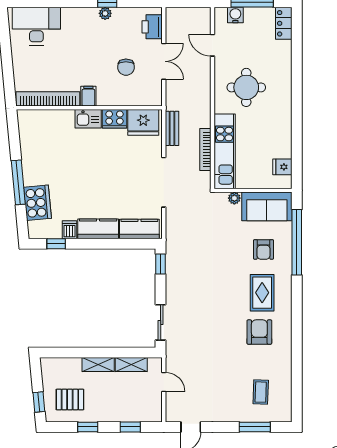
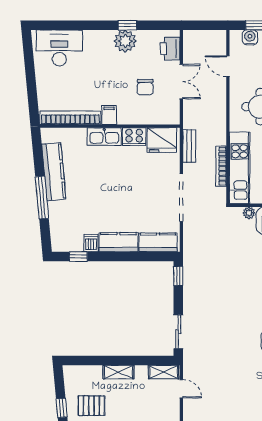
plant: (105, 13) -> (125, 41), width x1.88, depth x1.88
kitchen sink: (88, 119) -> (104, 137), width x1.38
kitchen counter: (31, 155) -> (54, 172), added
cooker: (37, 203) -> (60, 217), removed
shelving: (131, 364) -> (164, 372), moved

